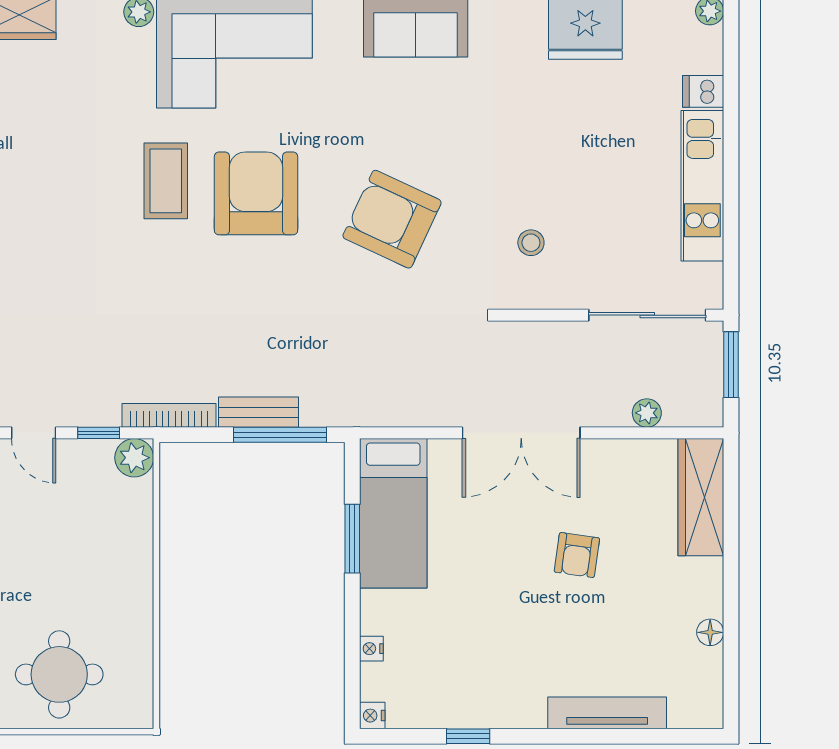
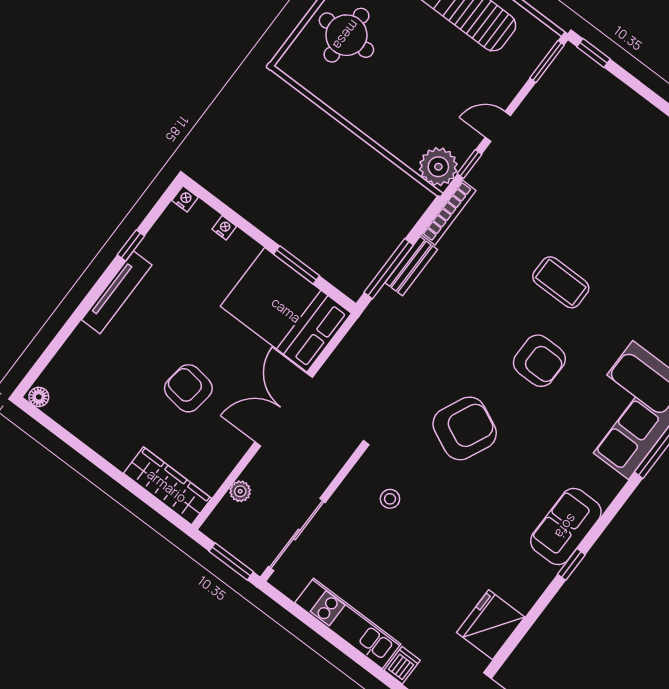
coffee table: (166, 181) -> (561, 282), moved
armchair: (256, 193) -> (539, 361), width x0.73, depth x0.73
plant: (134, 458) -> (438, 167), width x1.36, depth x1.36
bed: (393, 513) -> (286, 310), width x1.50
armchair: (577, 555) -> (188, 388), width x1.38, depth x1.38
floor lamp: (710, 632) -> (39, 397), moved
tv unit: (607, 713) -> (117, 292), moved

